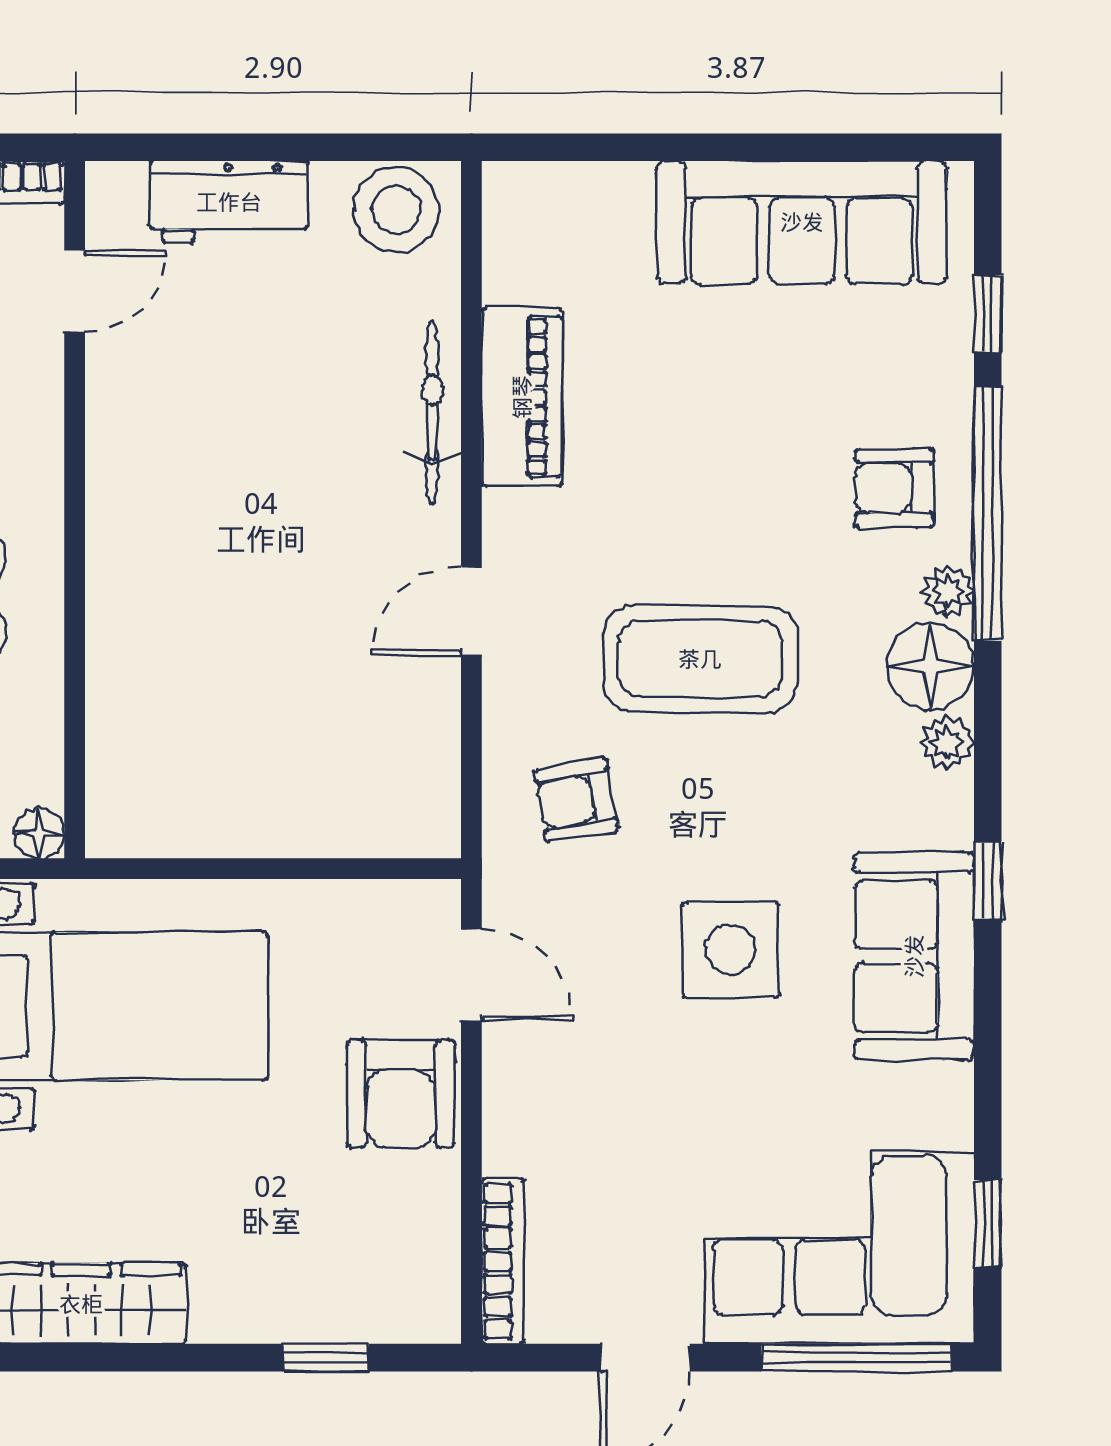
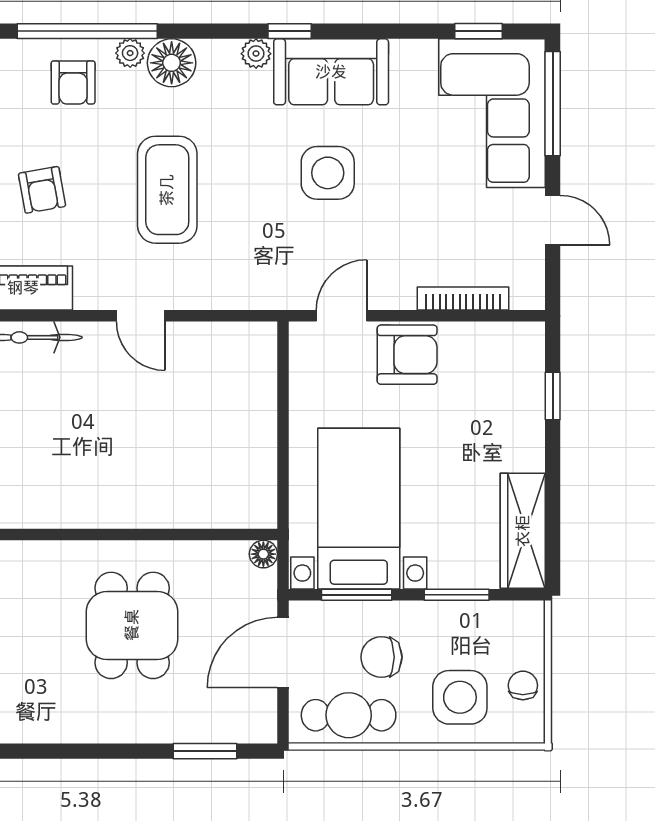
plant: (947, 743) -> (256, 54), moved
armchair: (576, 800) -> (42, 190), moved
bookcase: (503, 1261) -> (463, 298), moved

